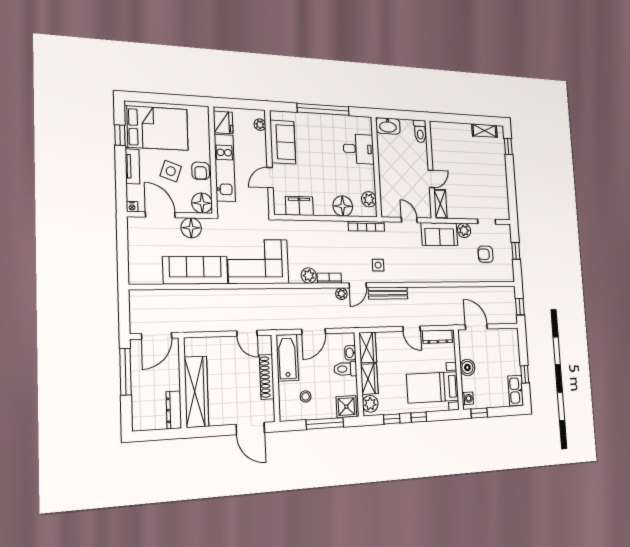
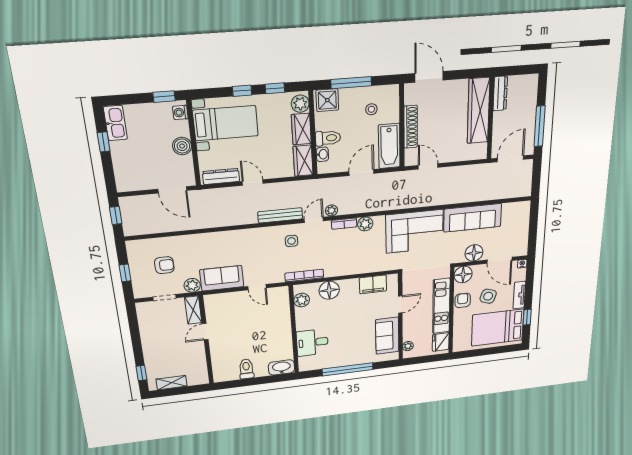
wall: (431, 169) -> (206, 340), moved
door: (431, 179) -> (205, 332), moved
shelving: (440, 204) -> (193, 310), moved

